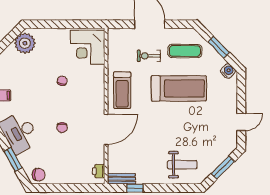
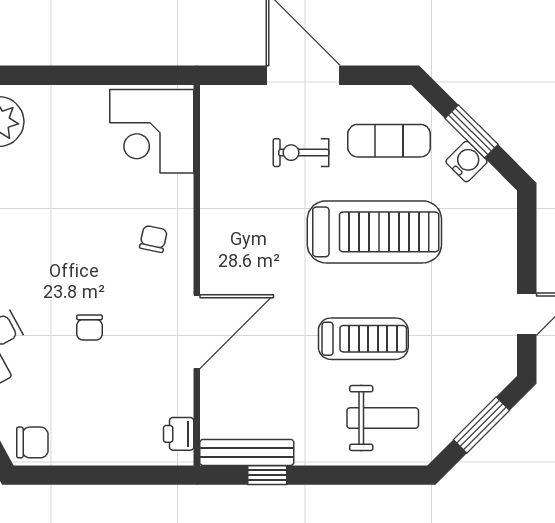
water cooler: (228, 71) -> (466, 162), moved
chair: (62, 81) -> (153, 239), moved
treadmill: (122, 90) -> (363, 339), moved, turned -90
bench: (121, 179) -> (247, 452), width x1.36

